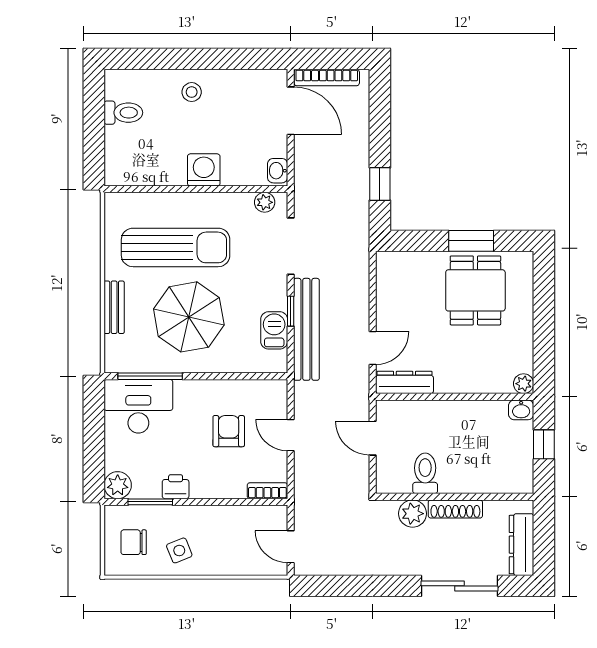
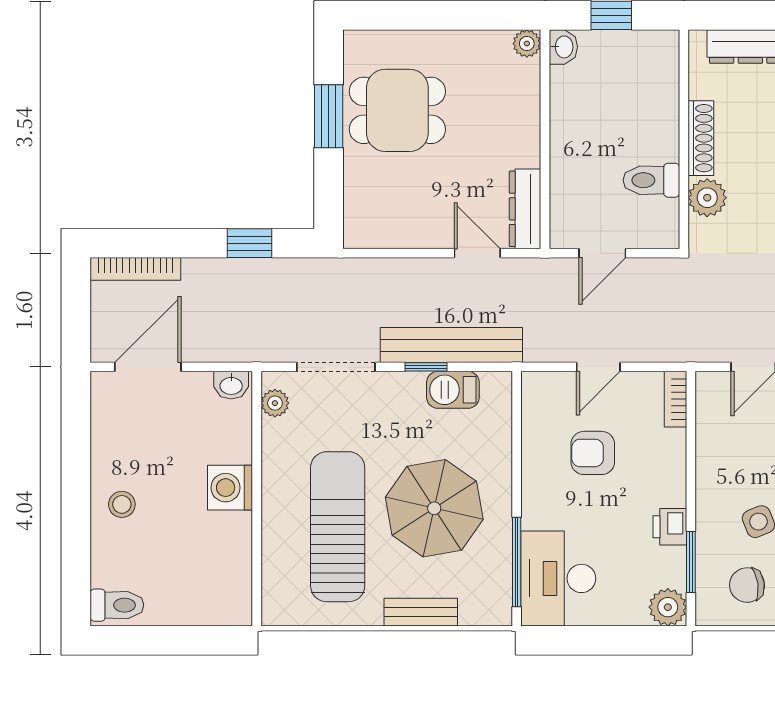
bookcase: (327, 78) -> (135, 269), moved, turned 90
toilet: (123, 113) -> (117, 605), moved, turned 90
chair: (134, 542) -> (747, 585), turned 82

